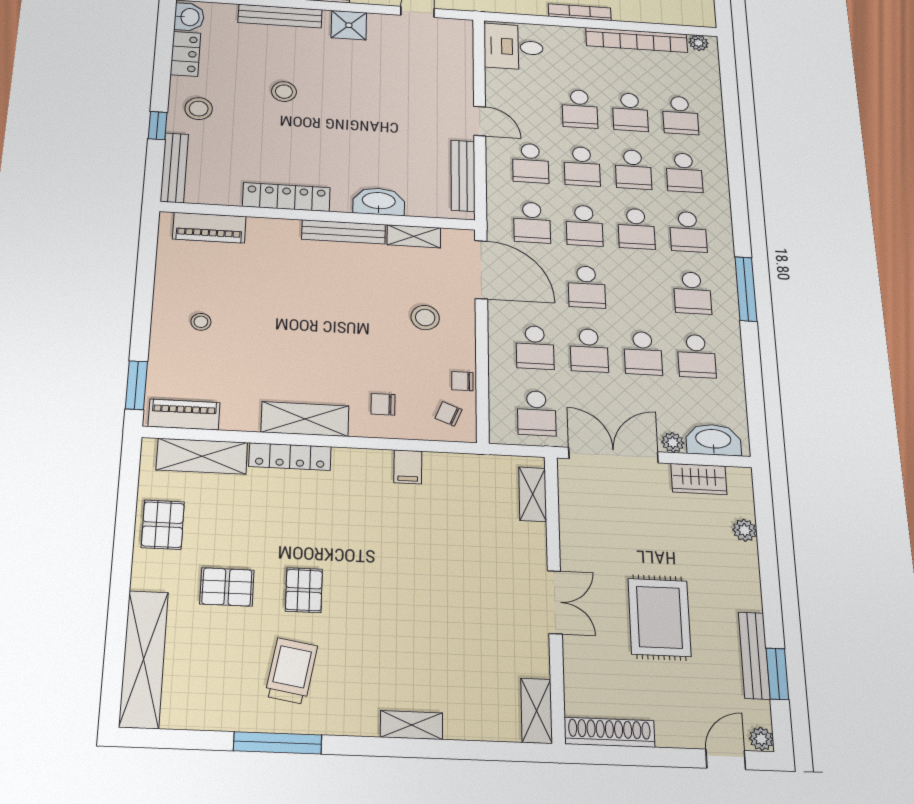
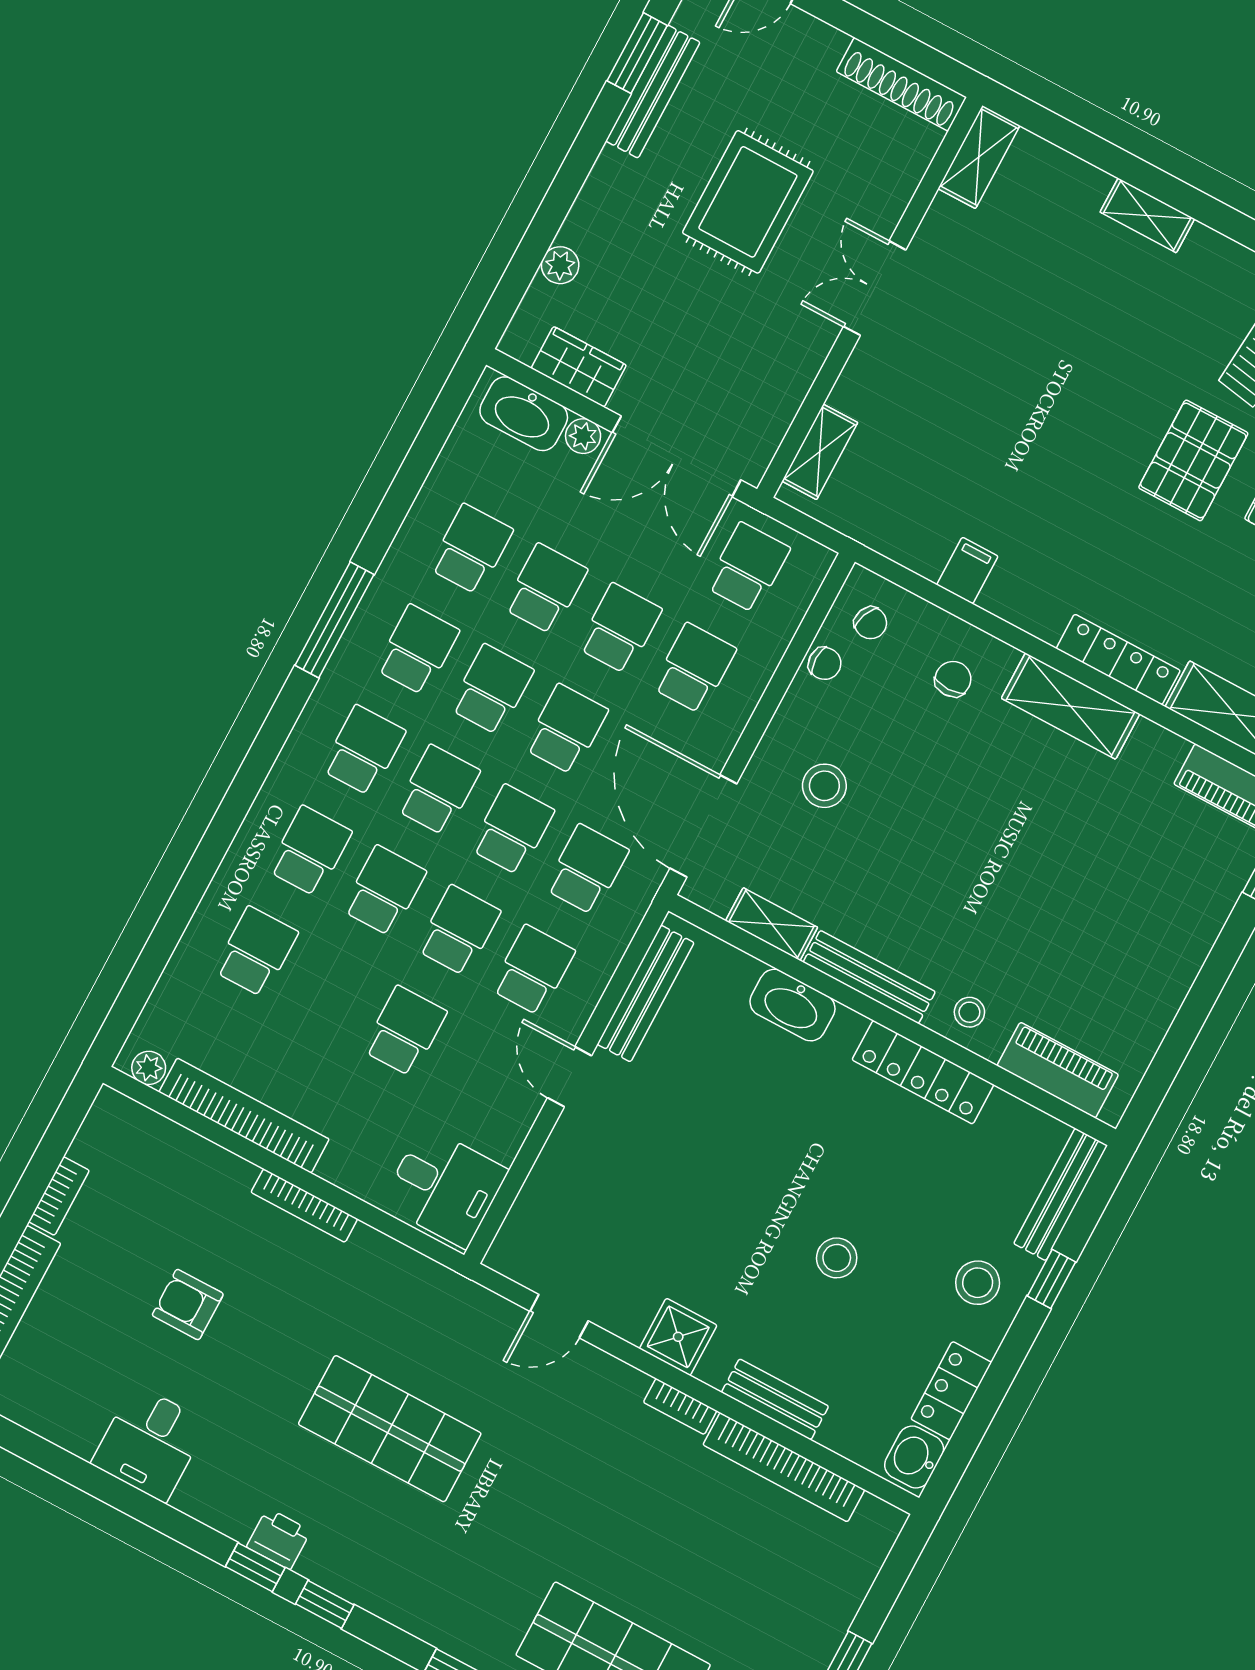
bench: (280, 16) -> (775, 1399), width x0.73
school desk: (630, 112) -> (492, 689), moved
stool: (201, 322) -> (969, 1012), moved
chair: (383, 404) -> (953, 679), turned -90
pallet: (304, 590) -> (1193, 460), width x1.50, depth x1.42

